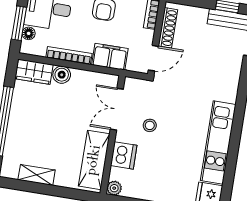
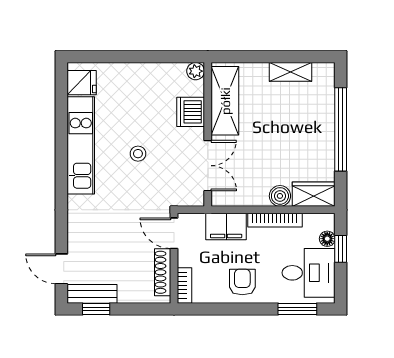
window: (19, 23) -> (341, 249), width x0.67
door: (153, 58) -> (174, 233), hinge flipped
stool: (150, 125) -> (138, 154), moved

